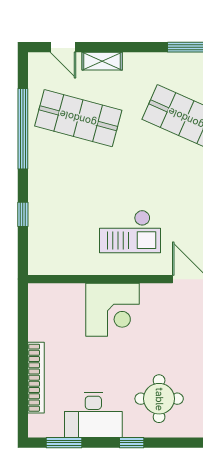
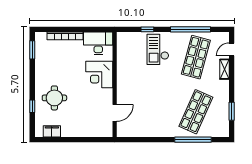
checkout: (130, 232) -> (158, 49), moved
desk: (93, 415) -> (98, 43), moved, turned 90
window: (132, 443) -> (32, 106), moved

